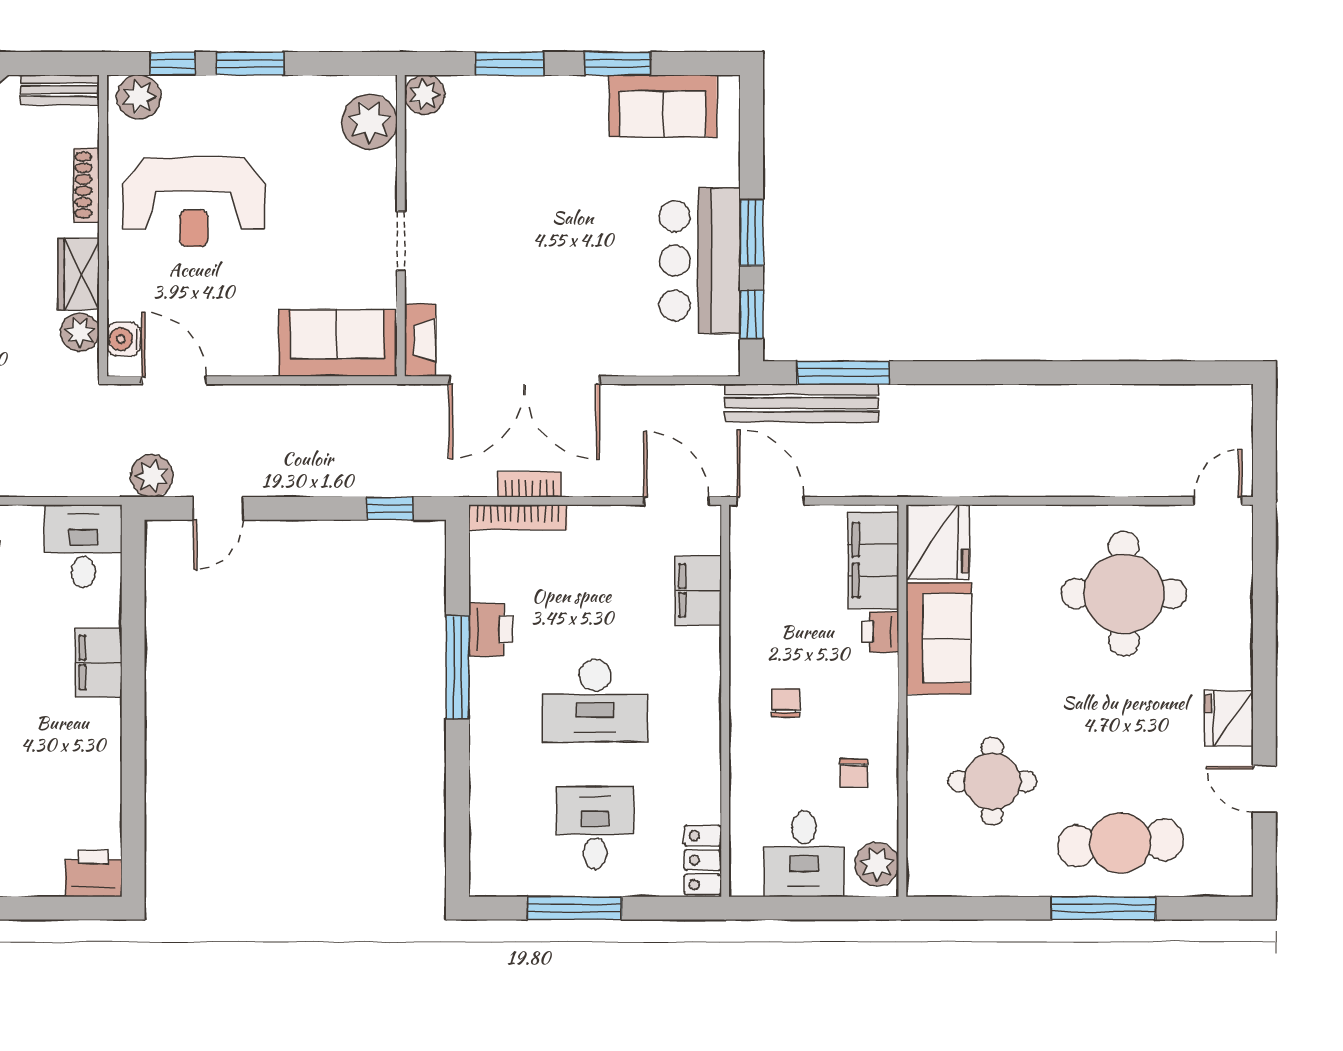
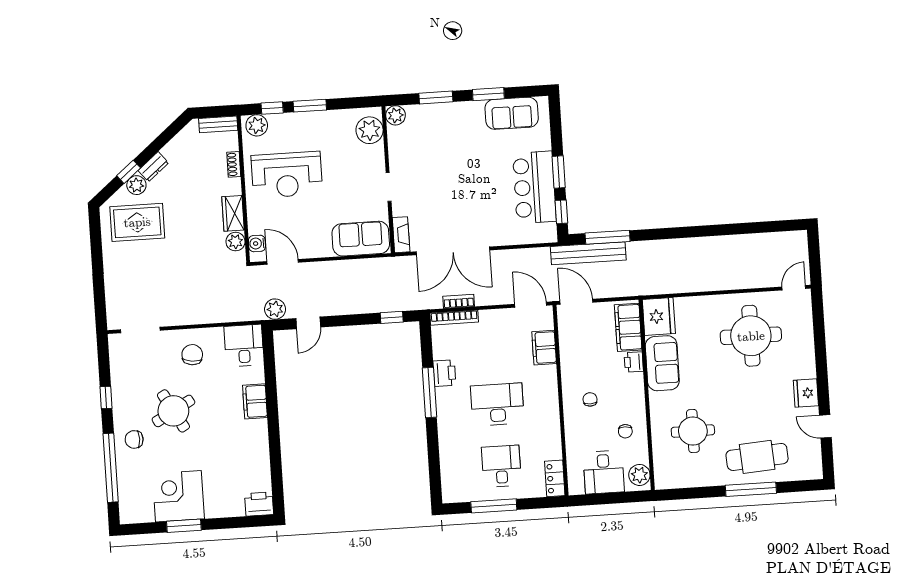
shoe rack: (87, 185) -> (234, 164), width x0.70
desk: (595, 701) -> (497, 404), turned 180

